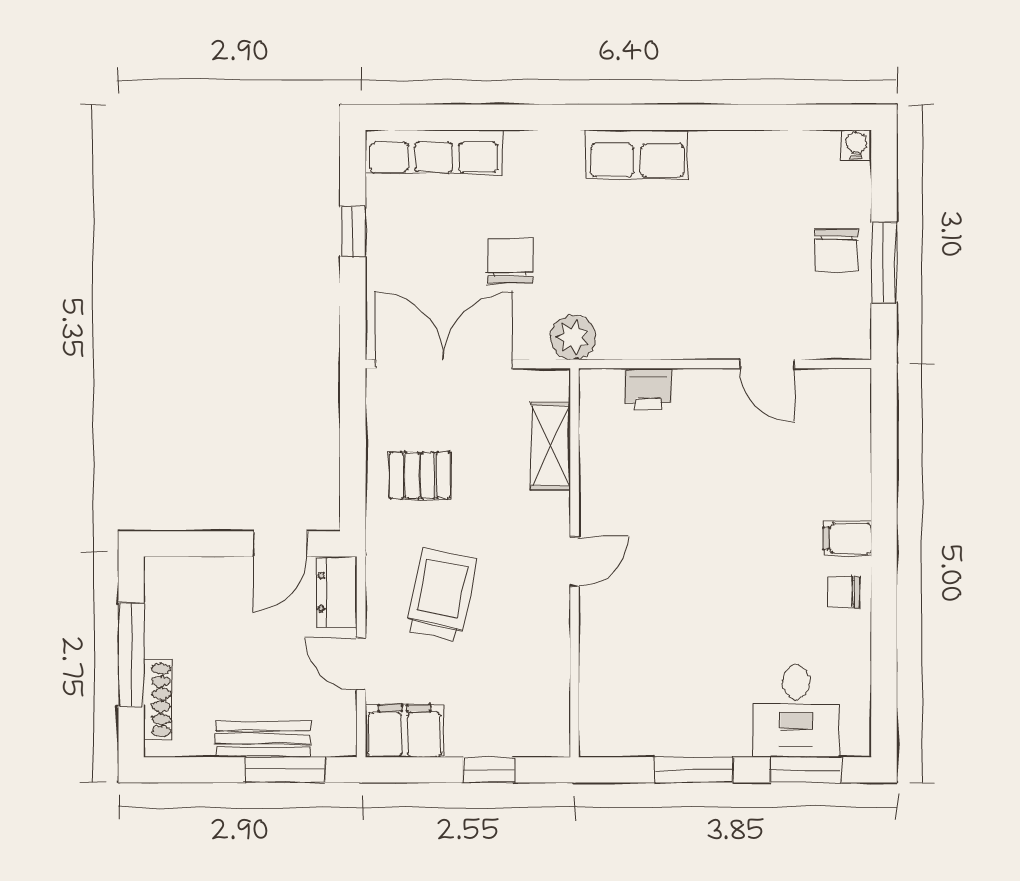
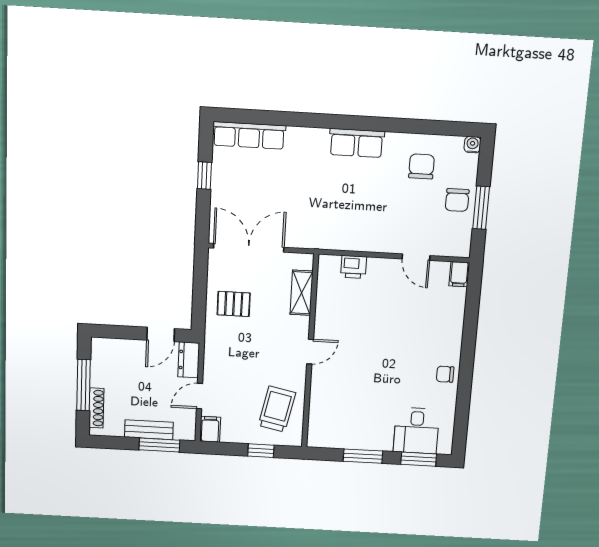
chair: (510, 261) -> (422, 166), moved
plant: (573, 338) -> (316, 238), removed
filing cabinet: (847, 538) -> (459, 274), moved, turned -90
trolley: (441, 594) -> (277, 409), moved
door: (361, 664) -> (200, 396), hinge flipped
filing cabinet: (405, 731) -> (210, 429), width x0.50

